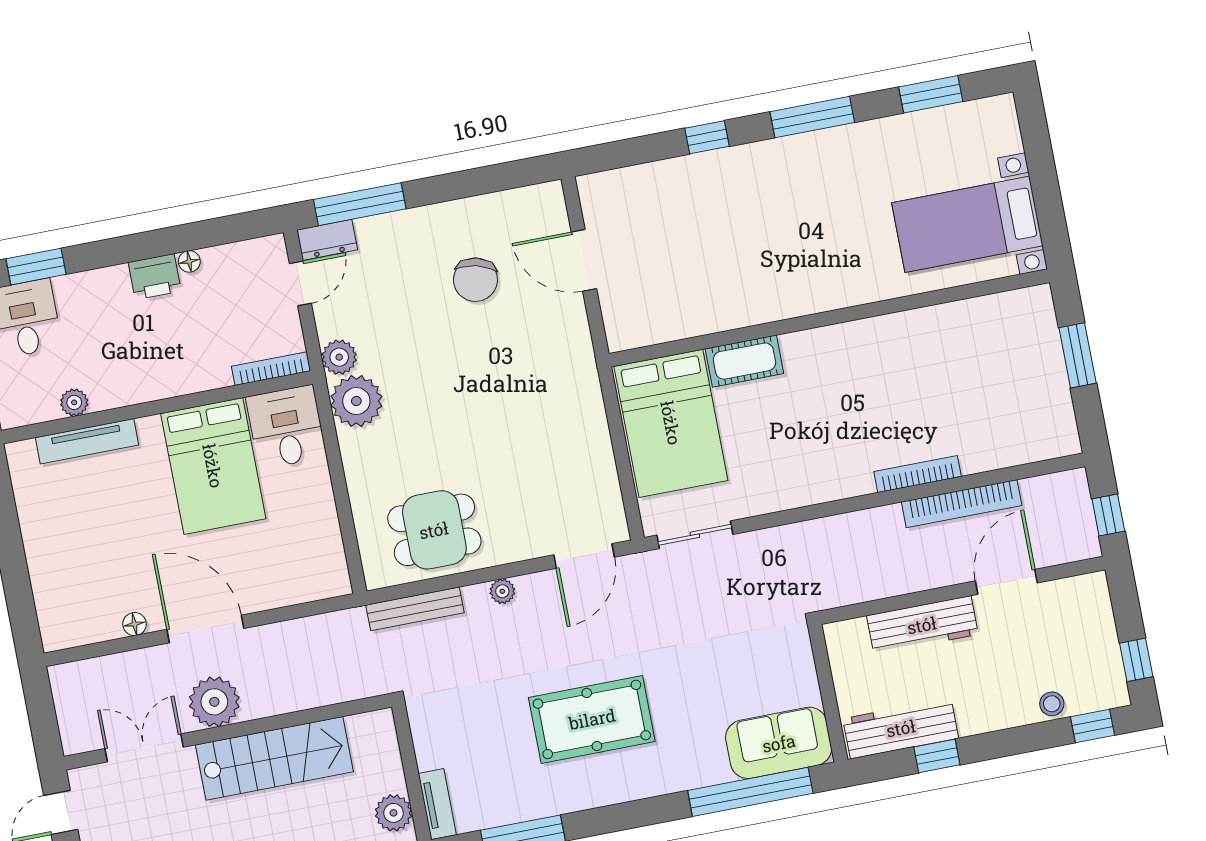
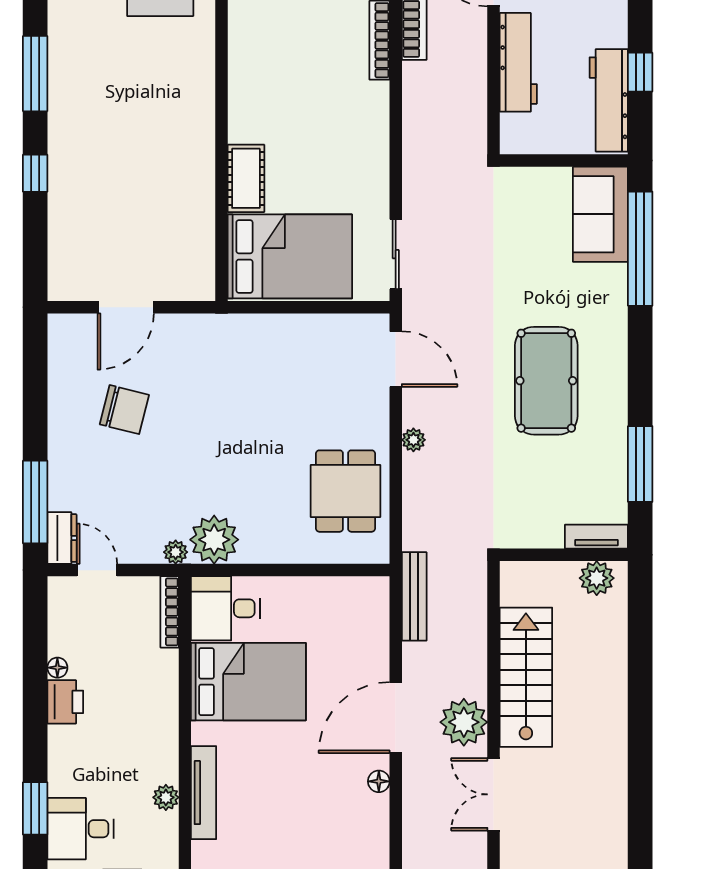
plant: (339, 357) -> (176, 552), width x0.73, depth x0.73
bench: (415, 609) -> (414, 596), moved

